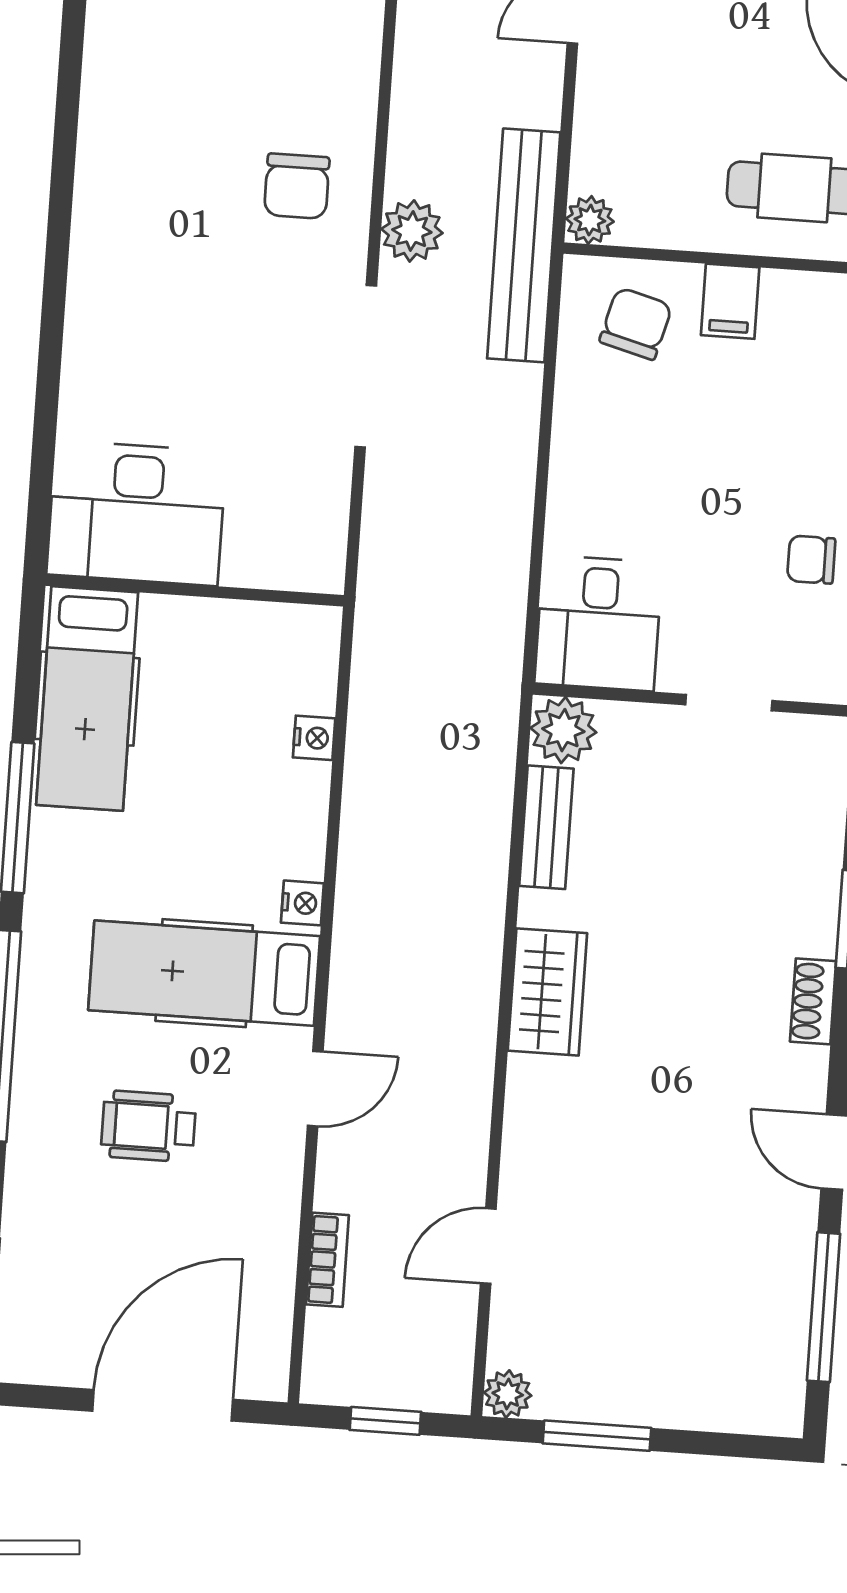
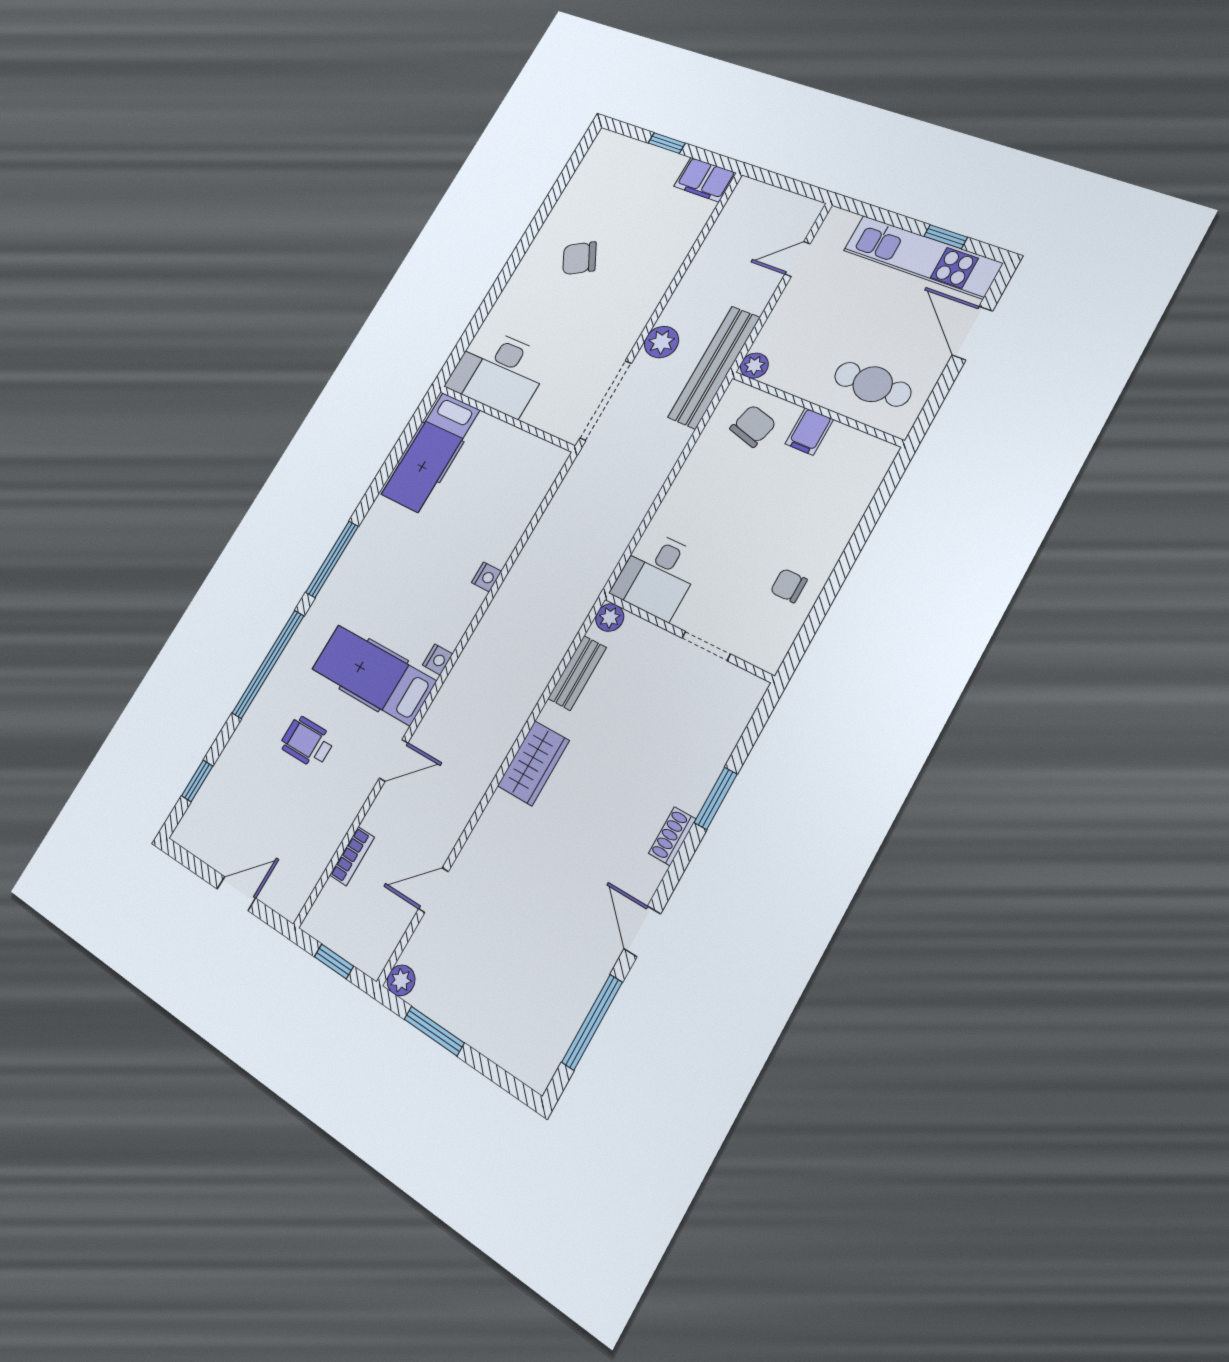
chair: (297, 186) -> (579, 258), moved, turned 61
desk: (137, 513) -> (499, 372), moved
wall: (195, 590) -> (506, 418), moved
hospital bed: (87, 699) -> (431, 452), moved
plant: (563, 730) -> (610, 618), width x0.73, depth x0.73
door: (163, 1405) -> (236, 894), width x0.53

